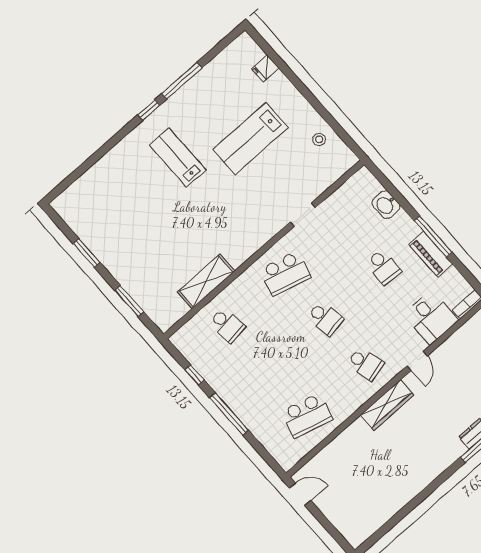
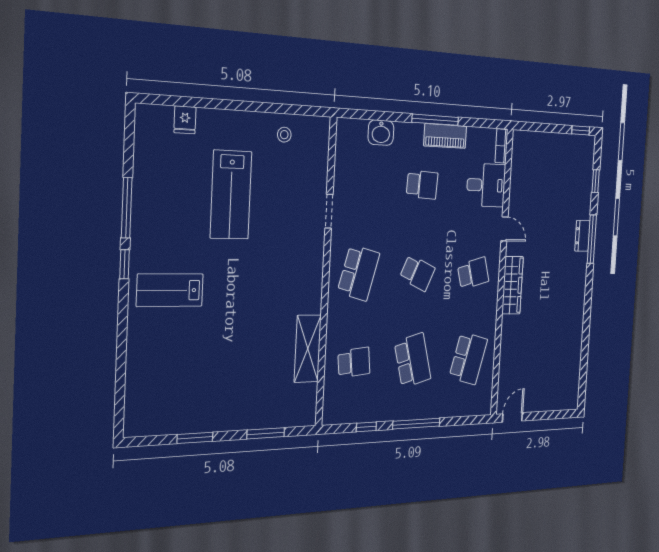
lab bench: (178, 157) -> (170, 290), moved
school desk: (325, 319) -> (417, 273), turned 33
school desk: (267, 370) -> (413, 360), added

